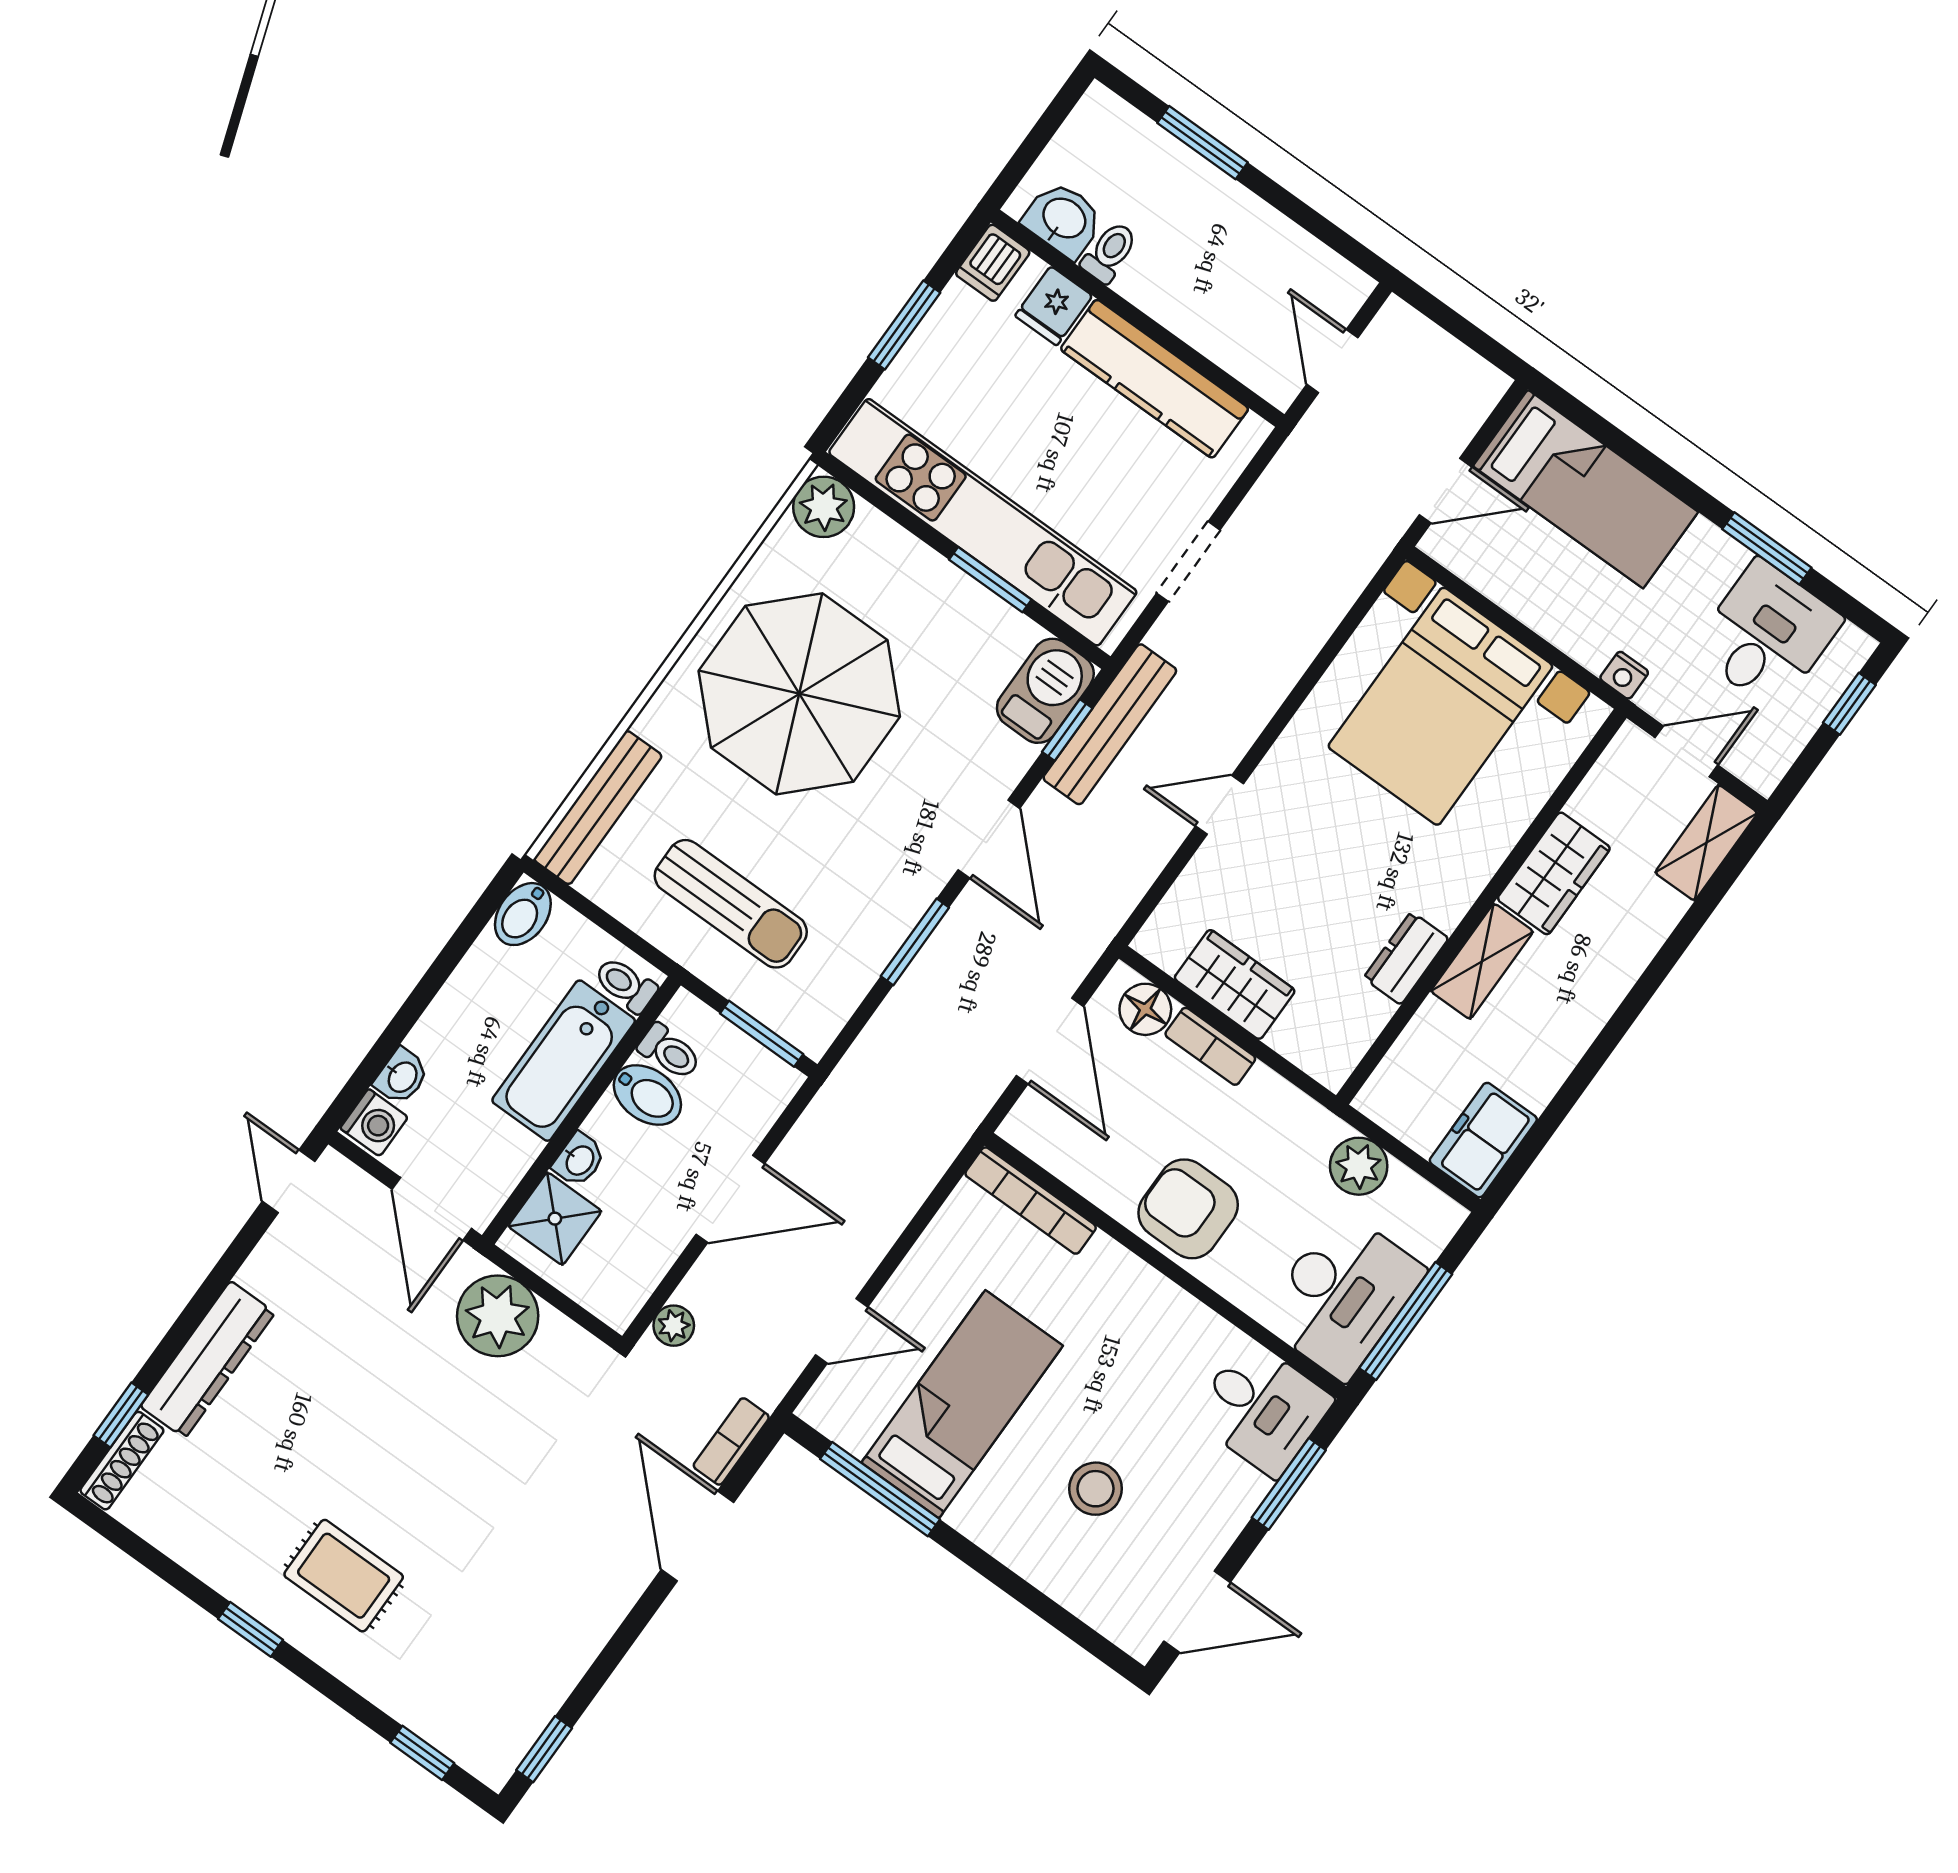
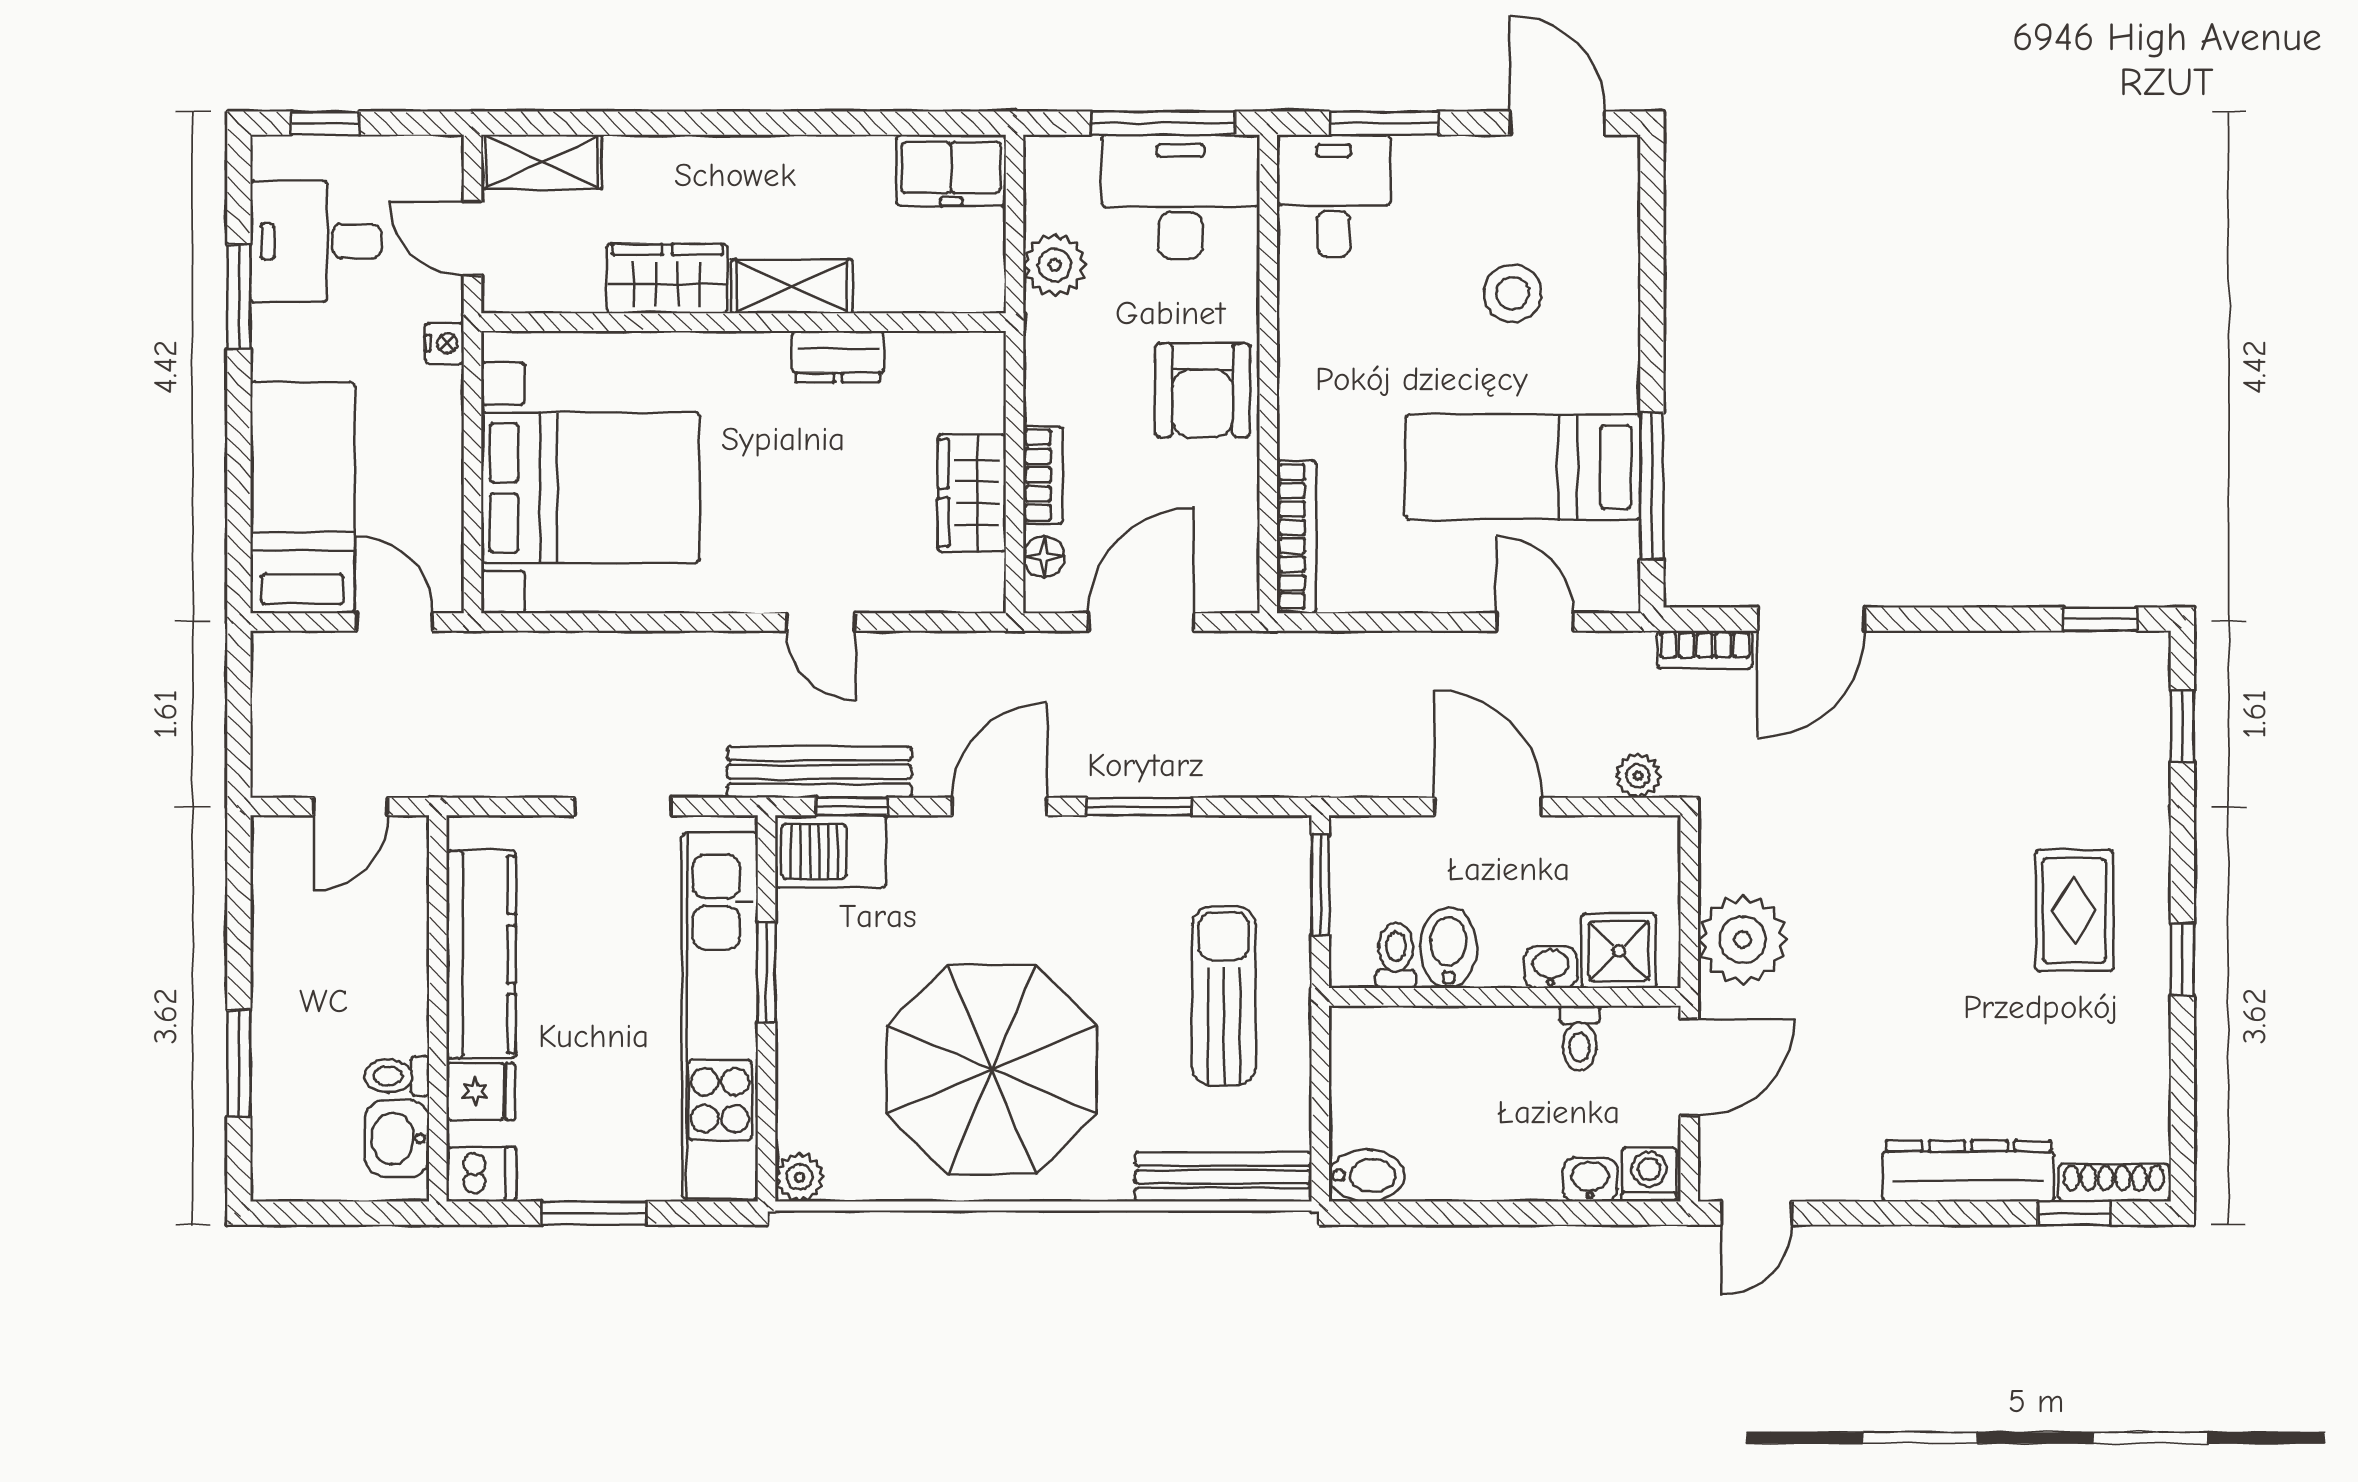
plant: (824, 507) -> (800, 1177), width x0.73, depth x0.73
toilet: (626, 985) -> (1580, 1038), moved
floor lamp: (1145, 1009) -> (1044, 557), width x0.73, depth x0.73
bathtub: (564, 1061) -> (1472, 1045), removed

